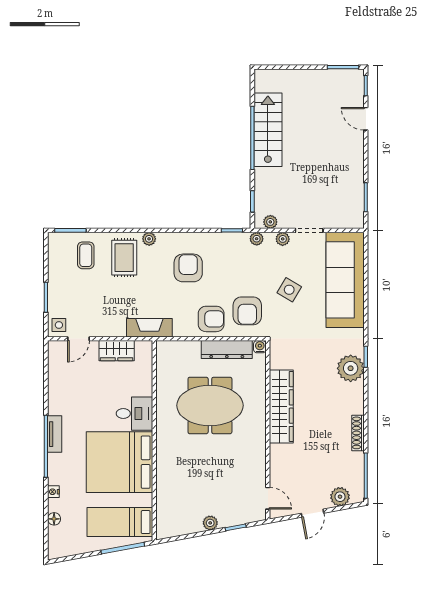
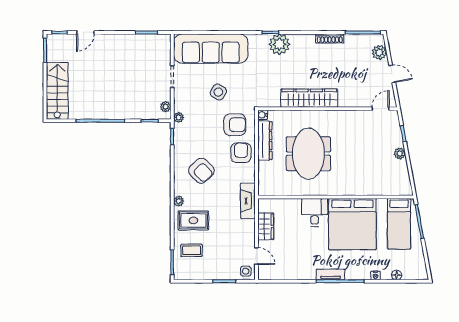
stairs: (268, 130) -> (57, 91), moved, turned 90
plant: (283, 239) -> (179, 97), removed
armchair: (188, 268) -> (201, 171), turned -133

